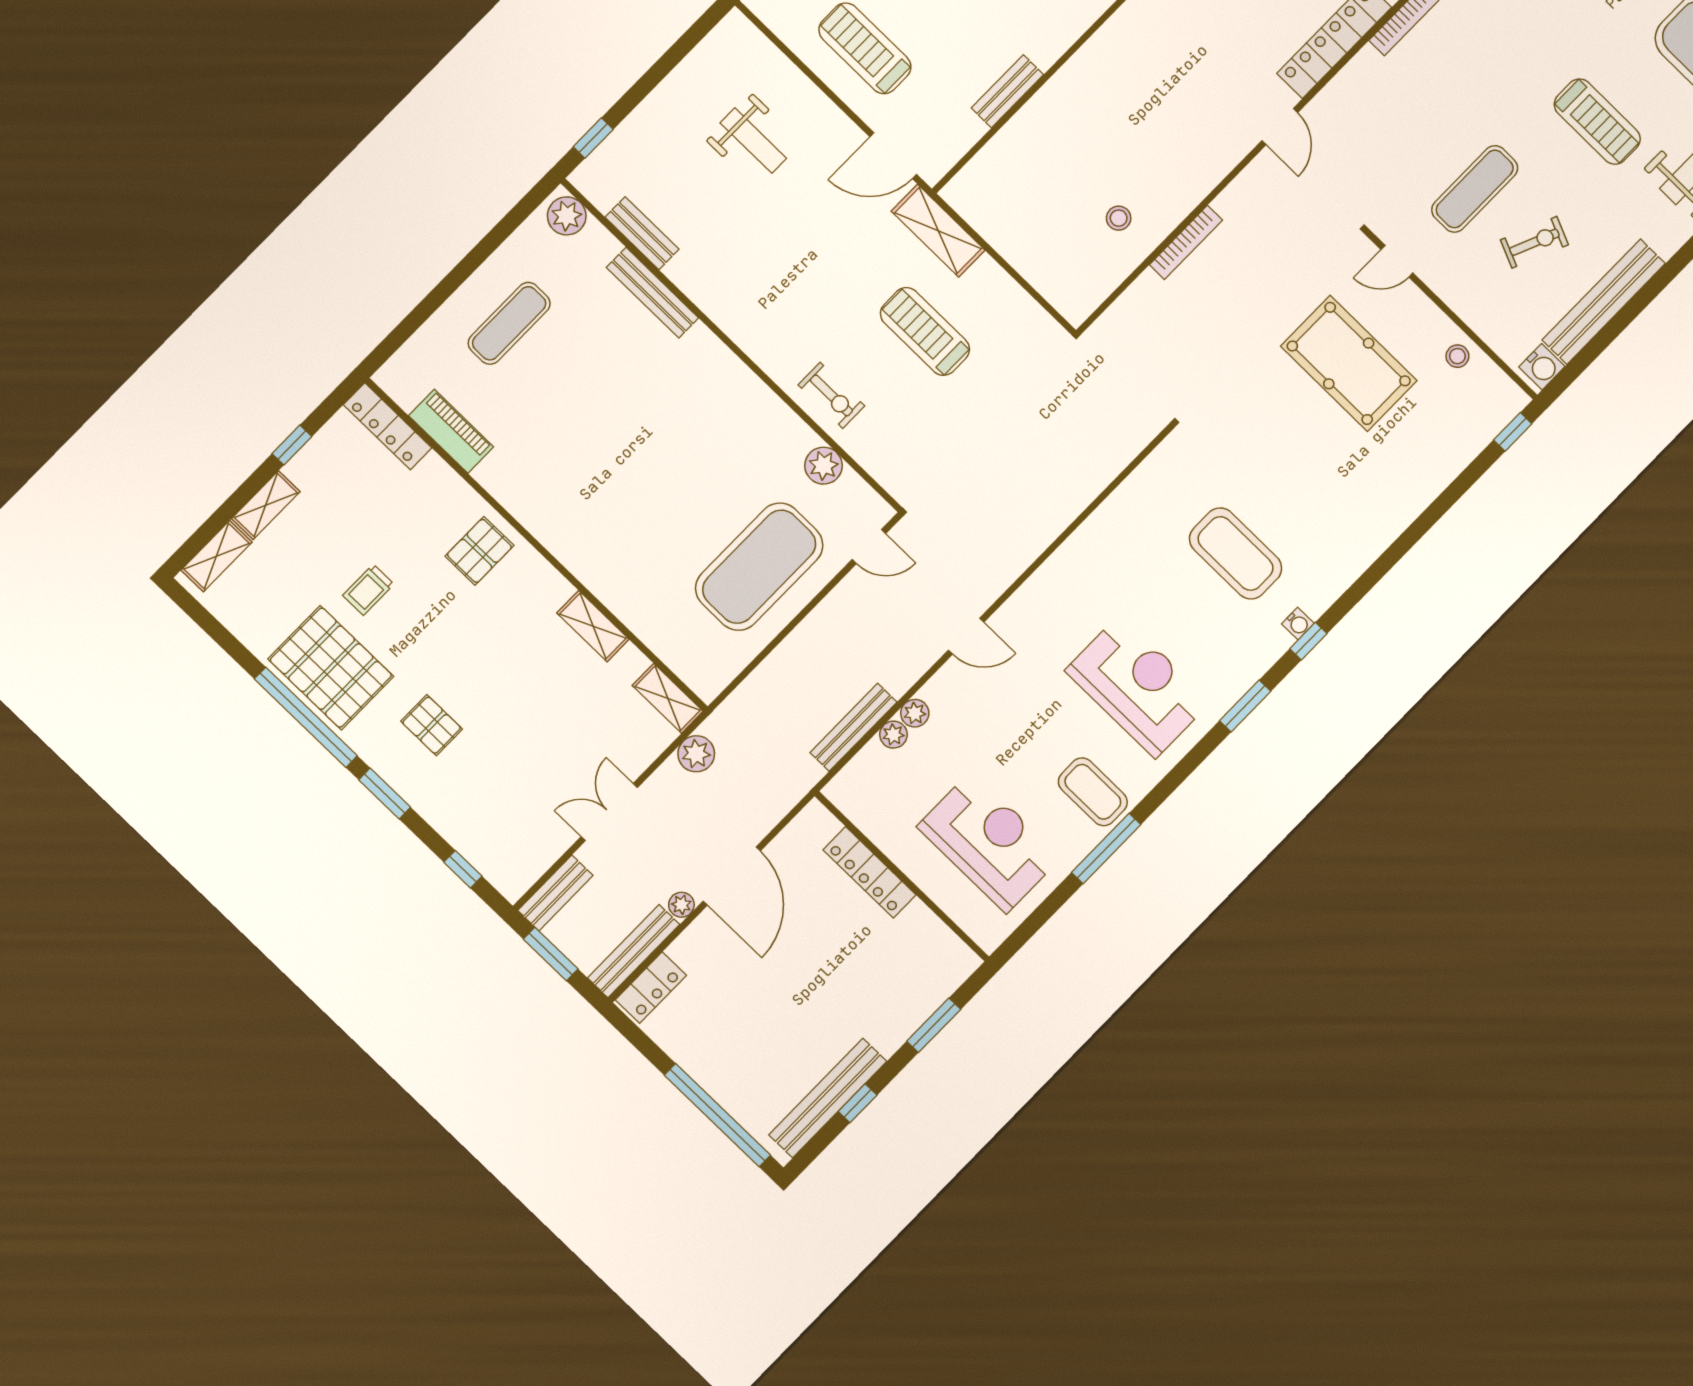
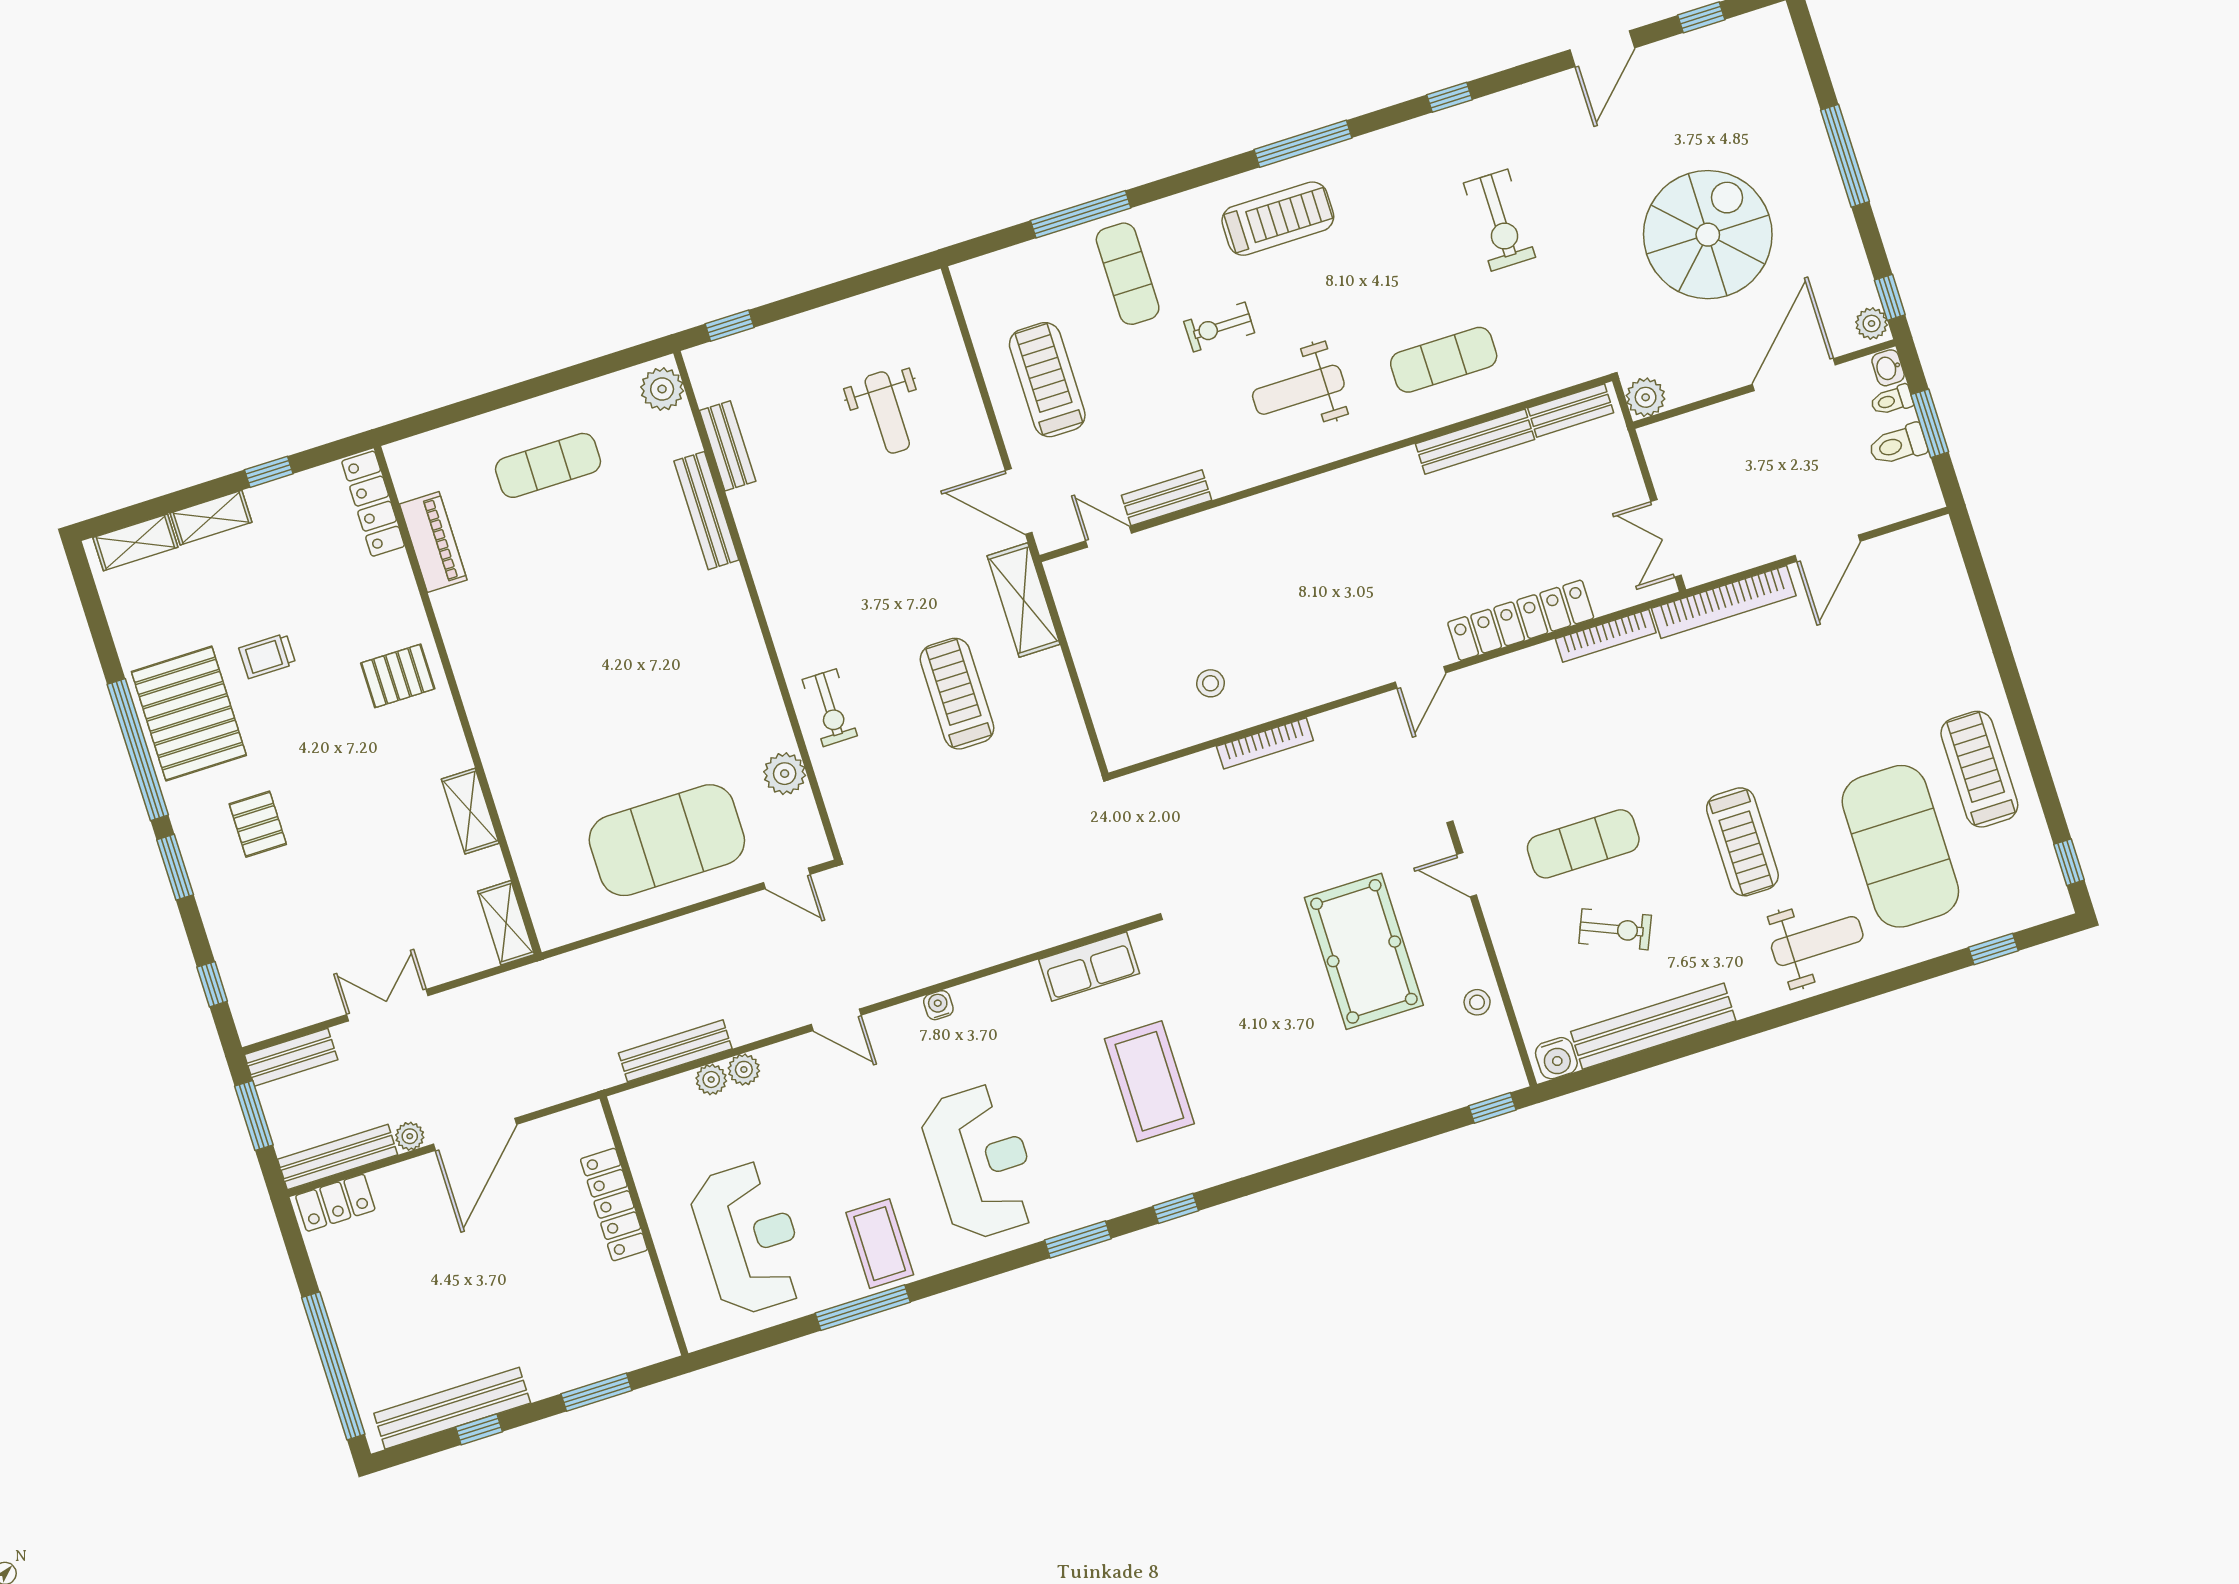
door: (978, 146) -> (1109, 537), added
row of seats: (1141, 489) -> (1089, 967), added
water cooler: (1298, 624) -> (938, 1005), moved, turned 180
plant: (696, 754) -> (505, 993), removed

